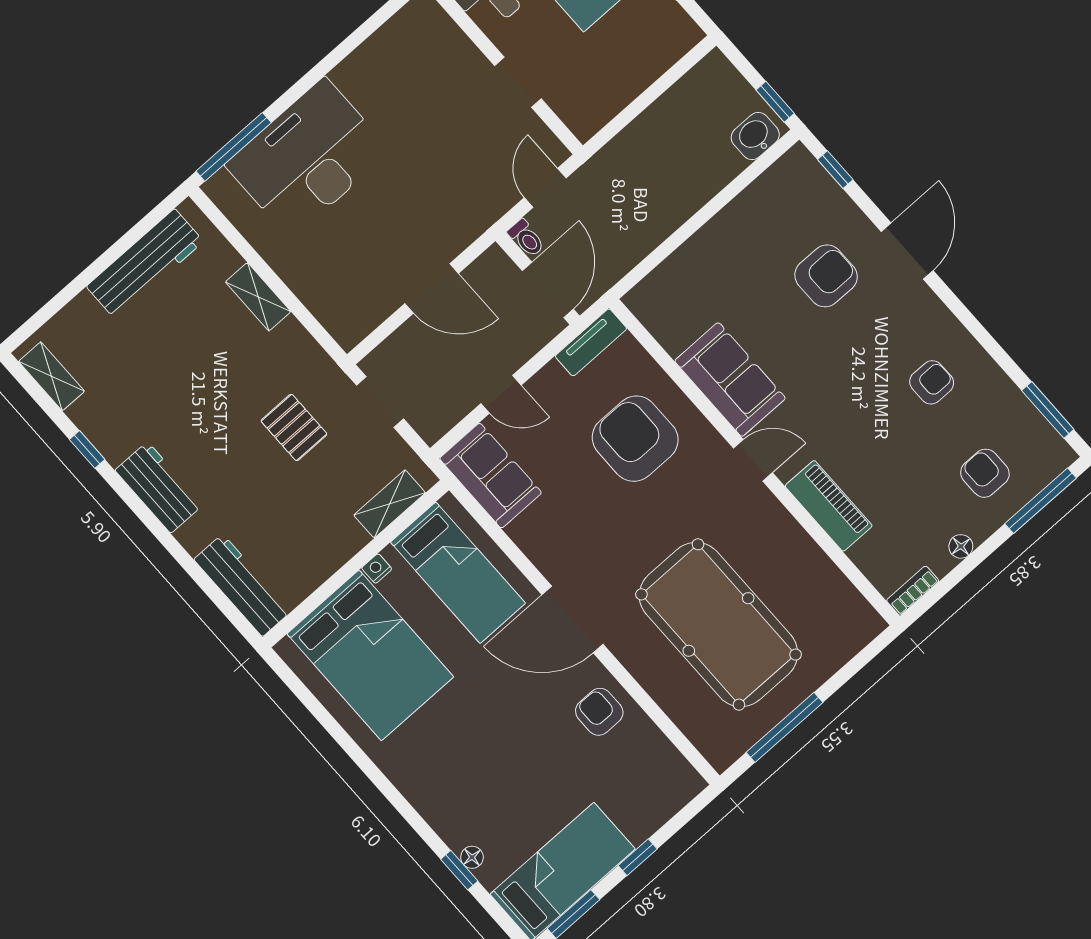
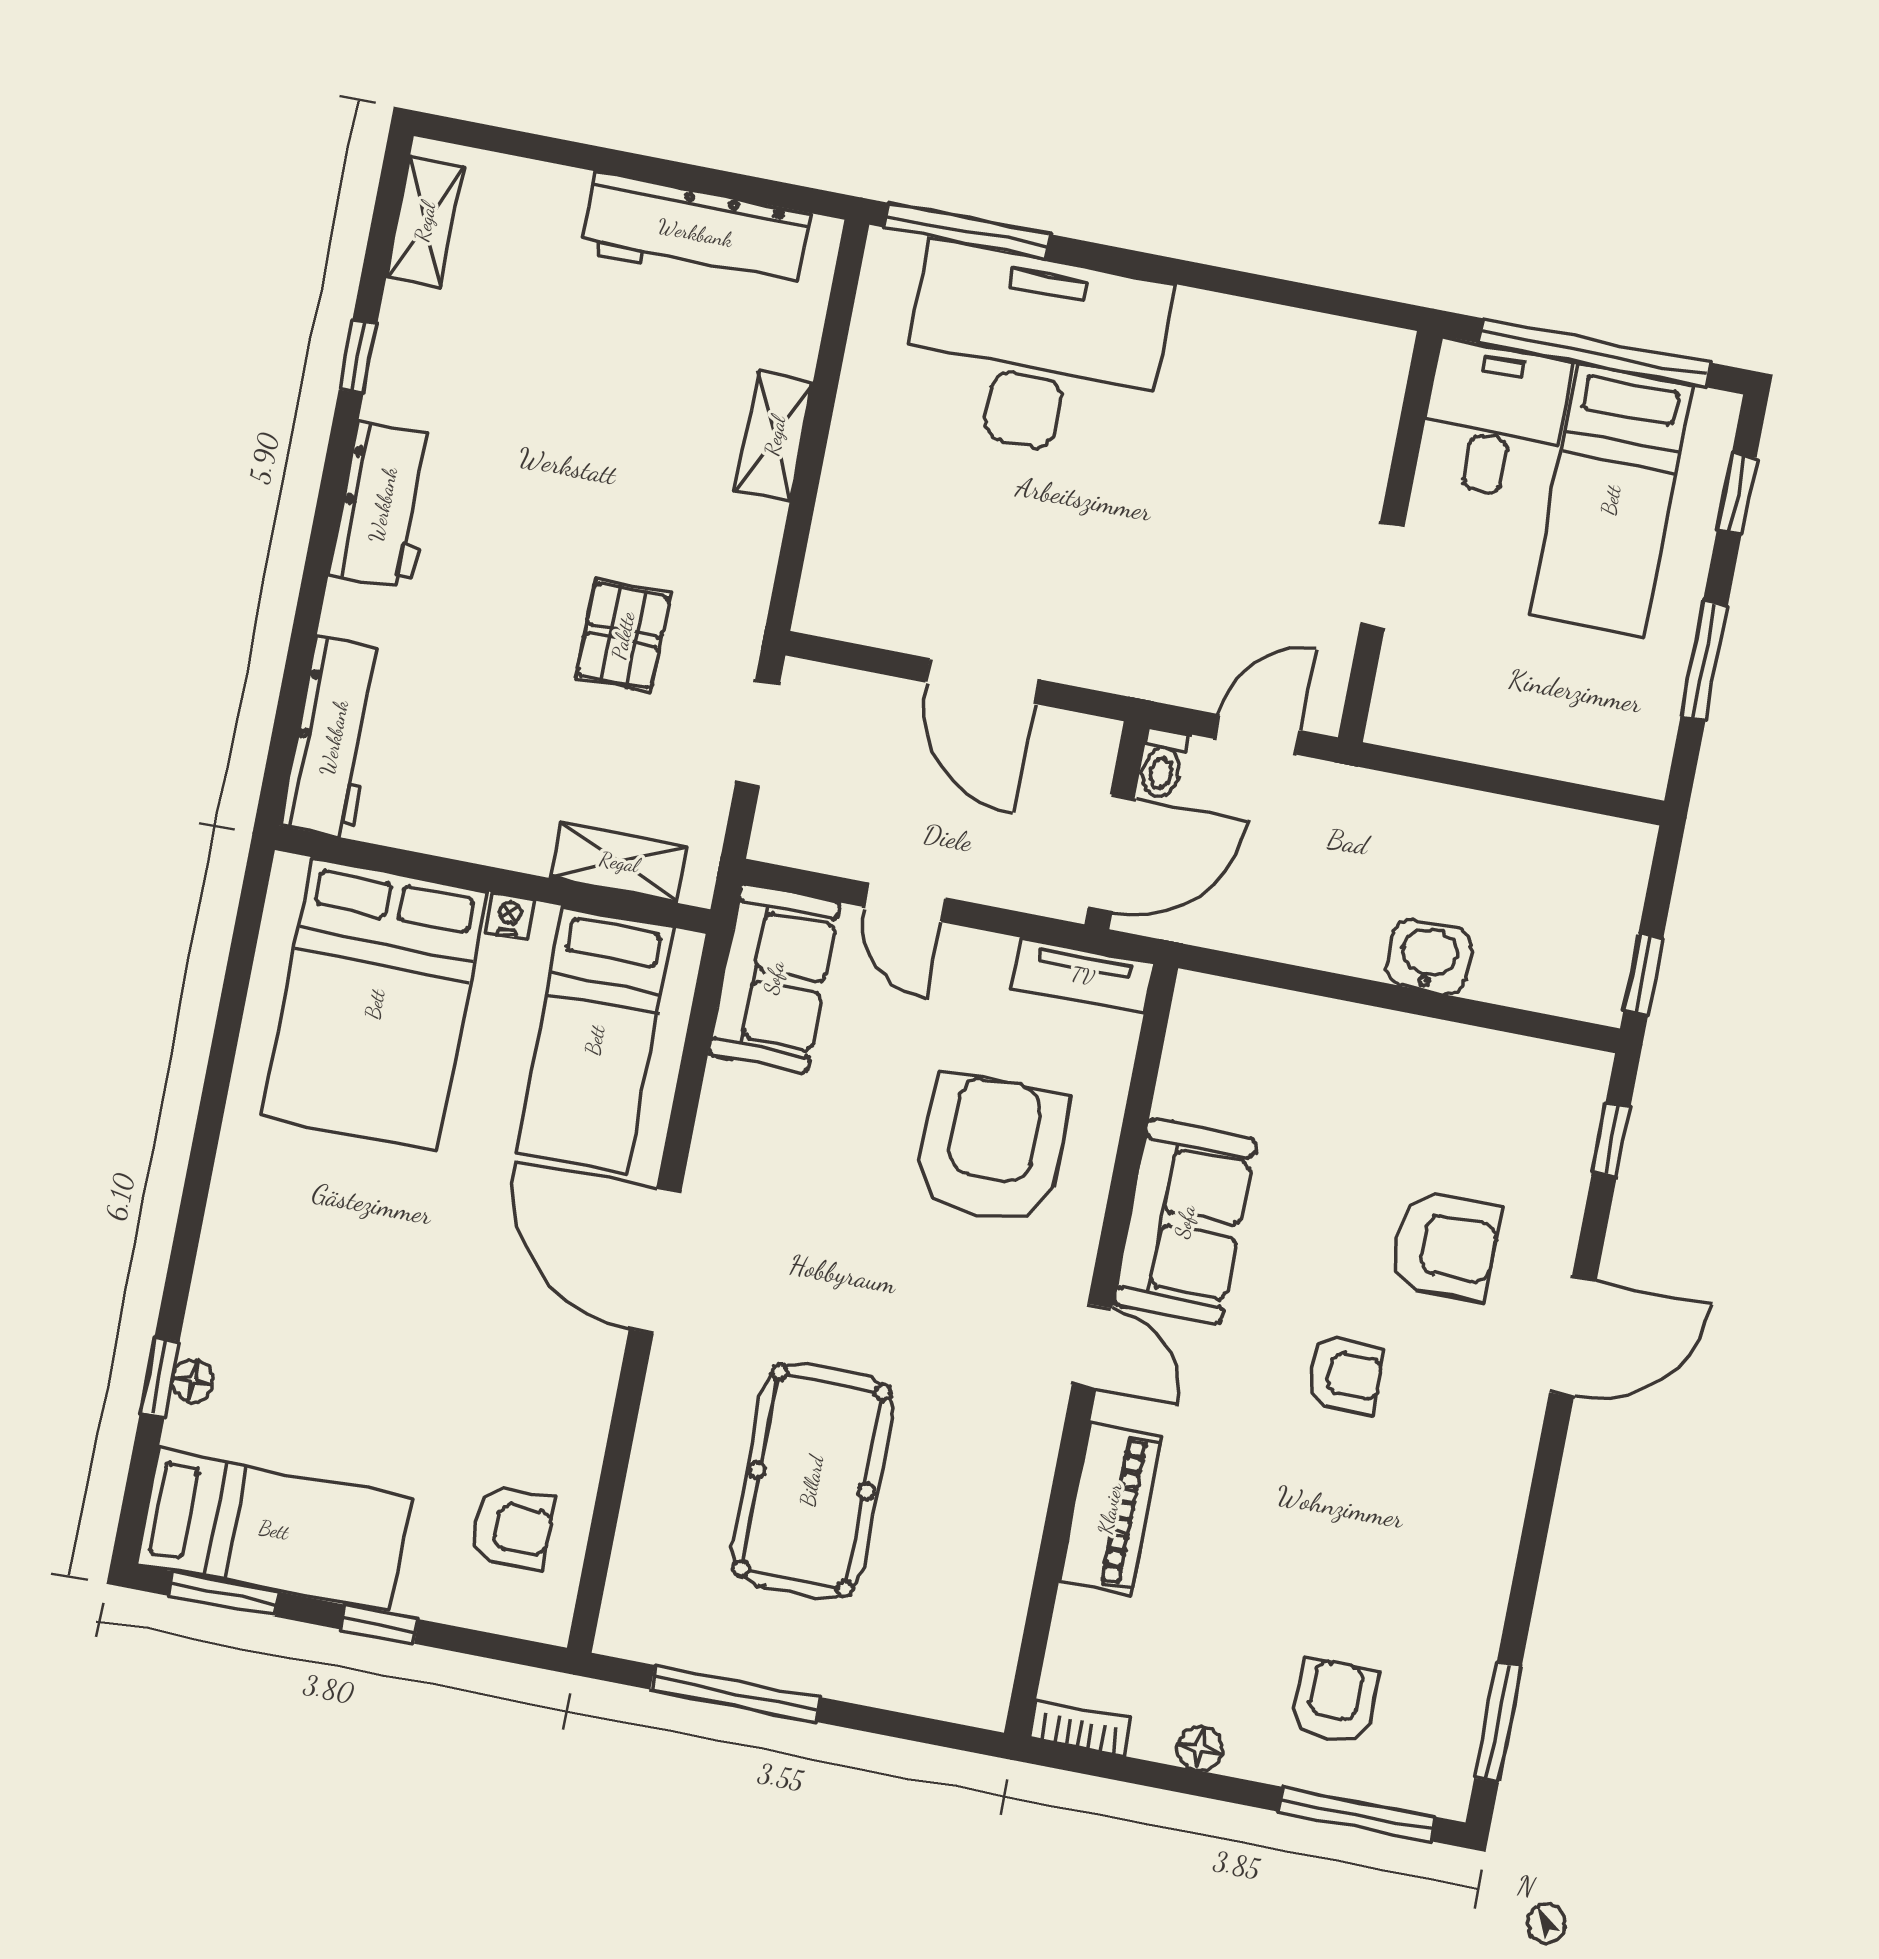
washbasin: (755, 136) -> (1429, 957), moved
armchair: (932, 382) -> (1345, 1374), moved
pool table: (718, 624) -> (812, 1481), width x0.73, depth x0.76
armchair: (599, 712) -> (512, 1528), moved, turned 90

